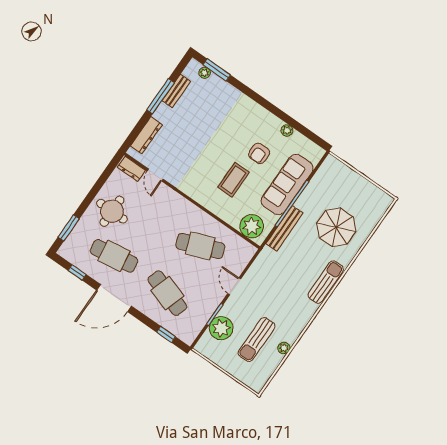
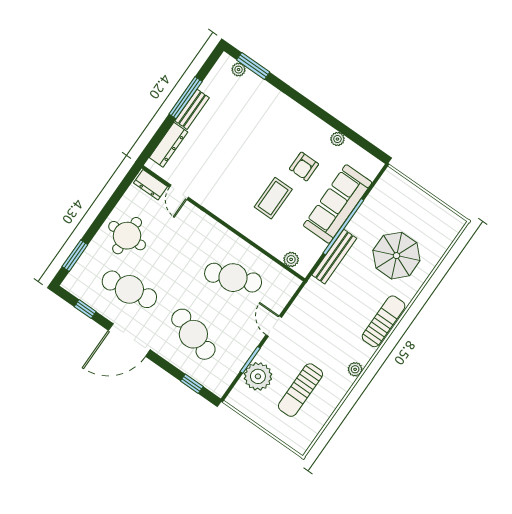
bench: (176, 91) -> (192, 109), moved
plant: (252, 226) -> (291, 259), width x0.53, depth x0.53
plant: (284, 348) -> (355, 369), moved

